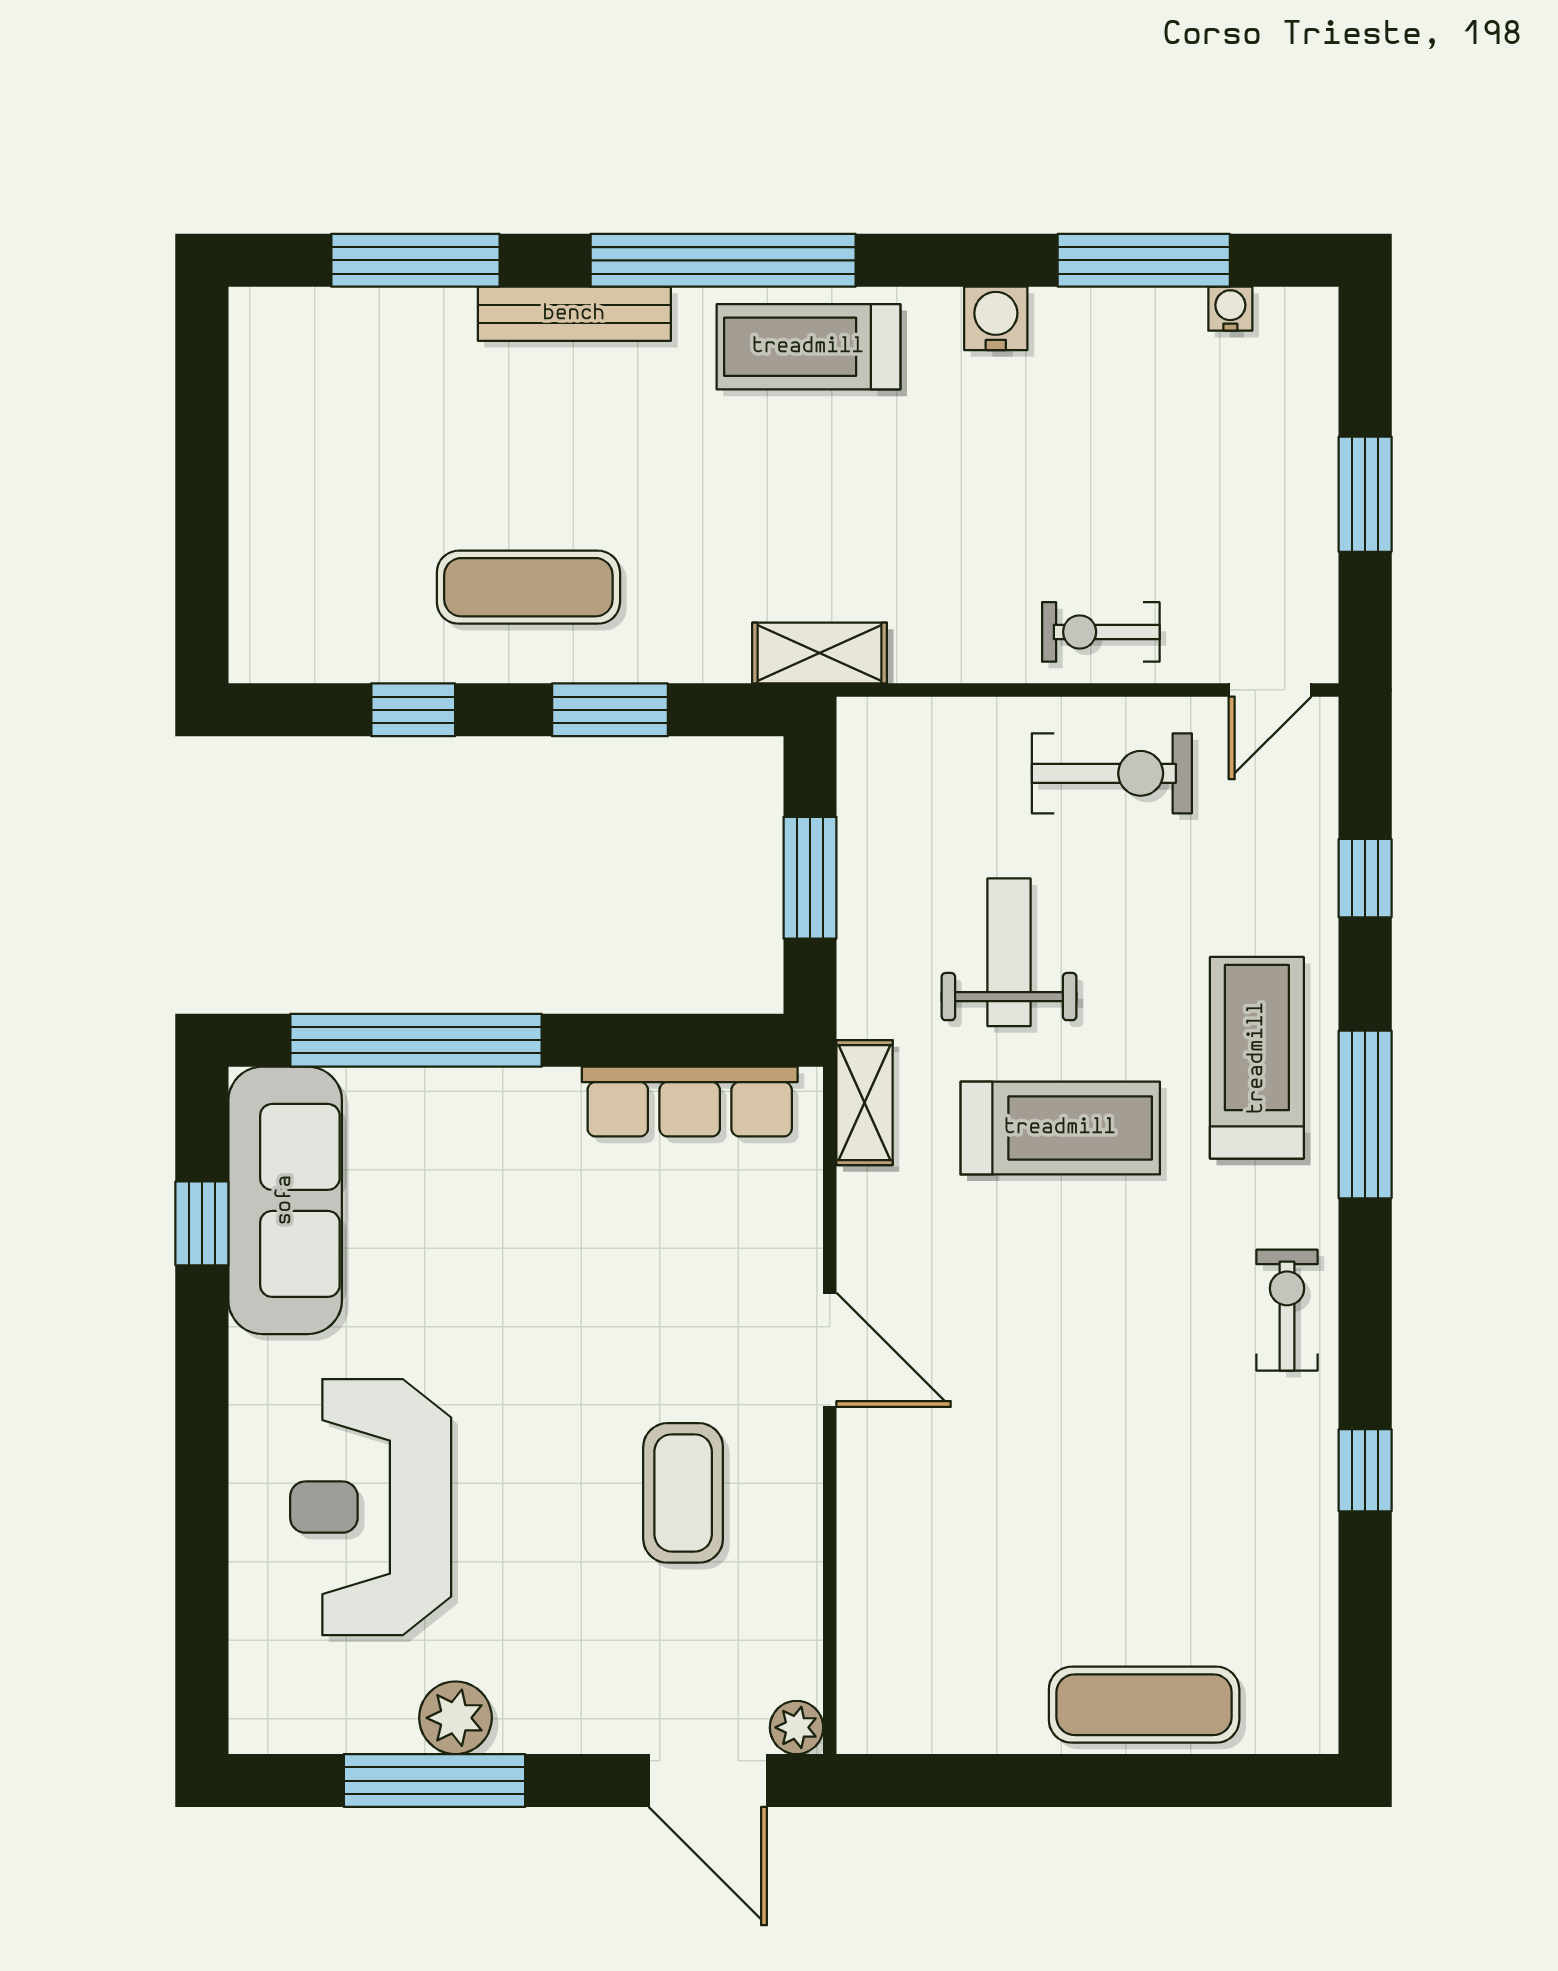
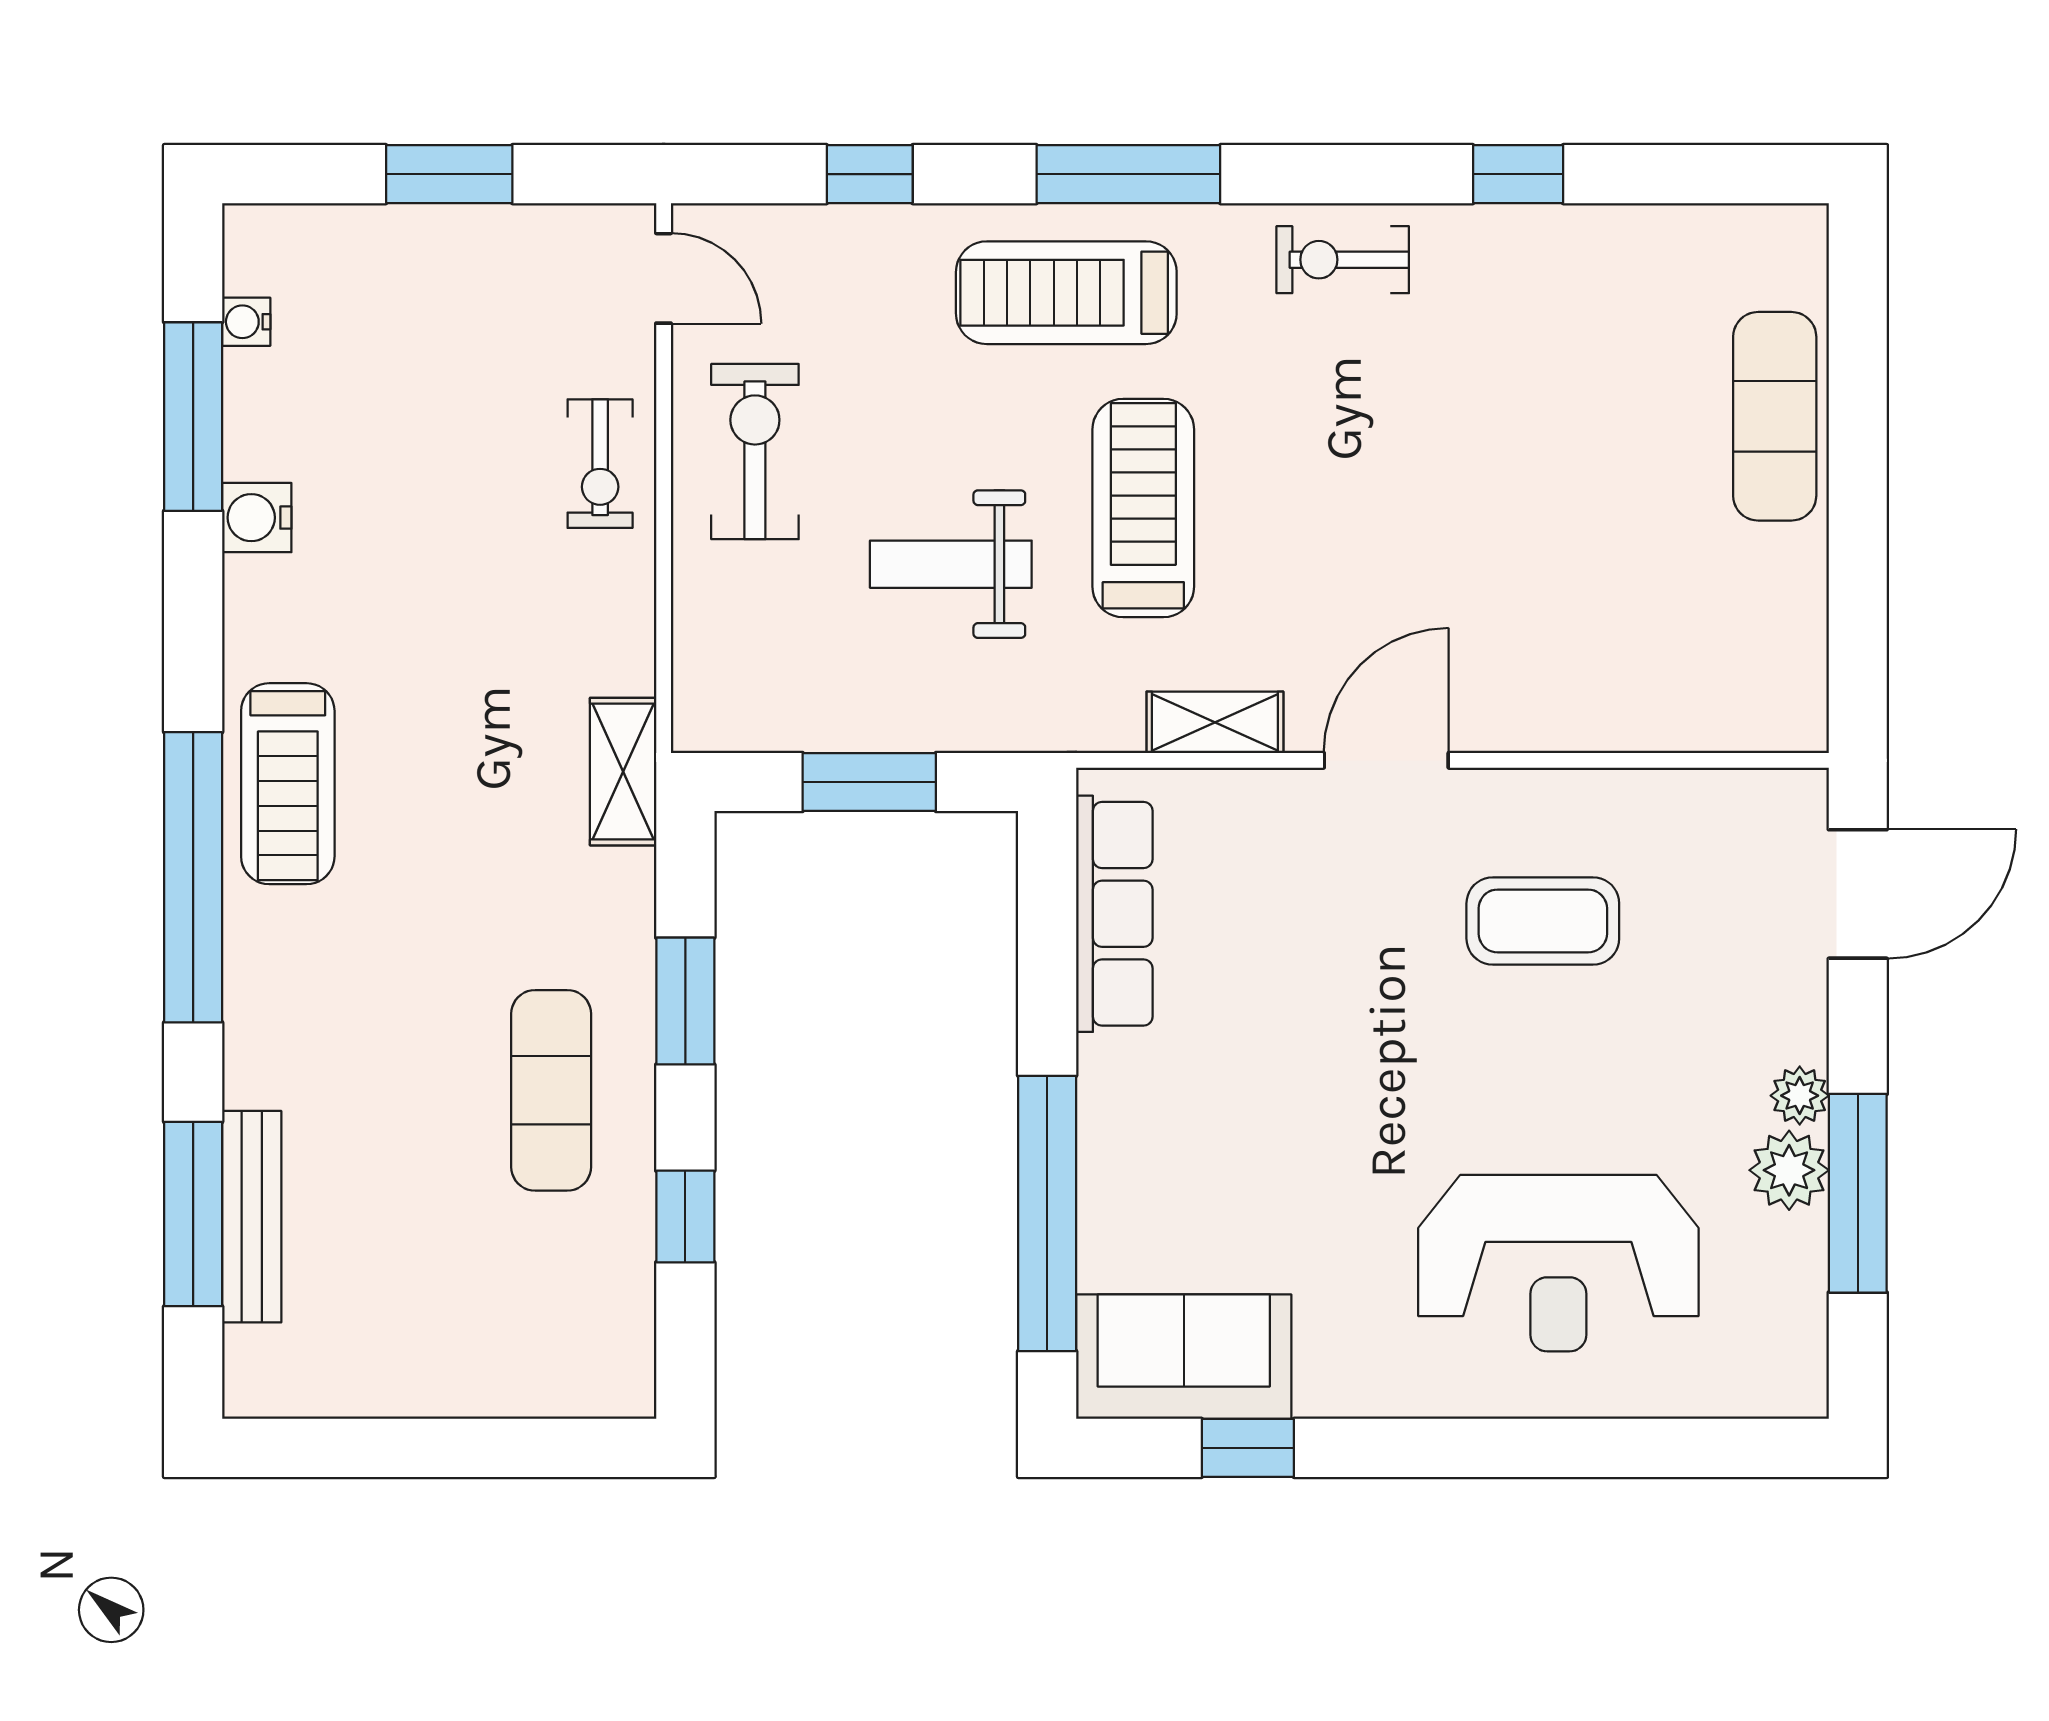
bench: (574, 314) -> (252, 1217), moved
water cooler: (996, 318) -> (257, 518), moved
shelving: (865, 1103) -> (1215, 722), moved
sofa: (285, 1200) -> (1184, 1357), width x0.73
plant: (797, 1727) -> (1800, 1096), moved

